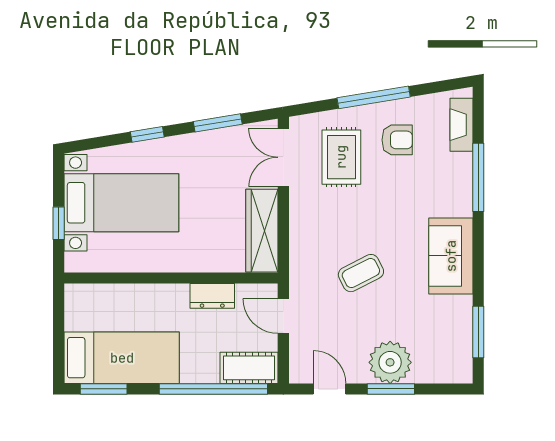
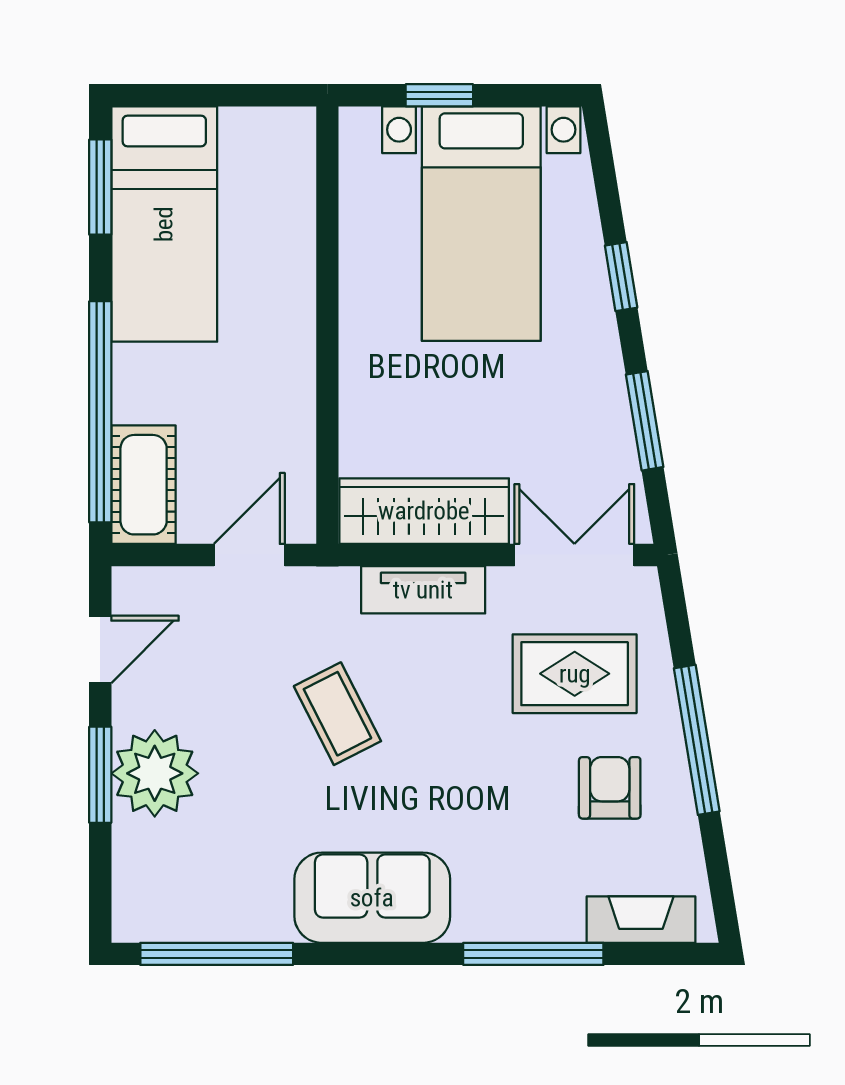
armchair: (397, 140) -> (610, 788), turned 180
tv unit: (300, 231) -> (423, 590), added
dresser: (212, 296) -> (291, 409), removed
window: (478, 332) -> (217, 954), width x1.44

